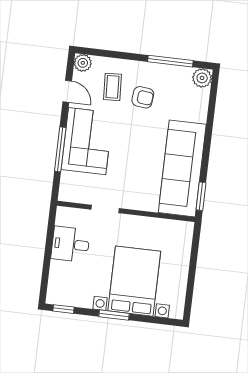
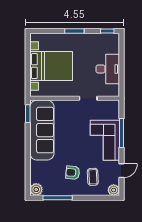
door: (67, 91) -> (121, 171), swing flipped
desk: (70, 244) -> (108, 69), width x1.37
bed with nightstands: (134, 281) -> (51, 66), moved, turned -90

